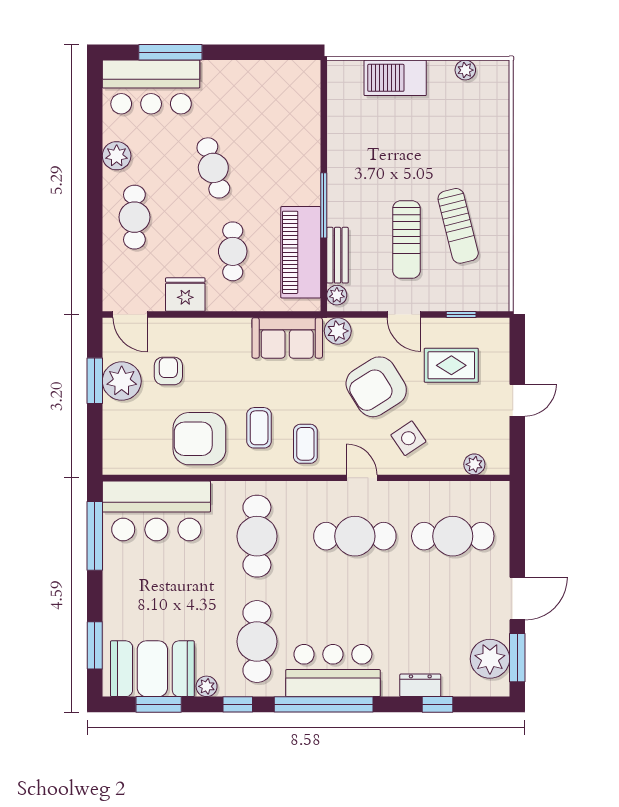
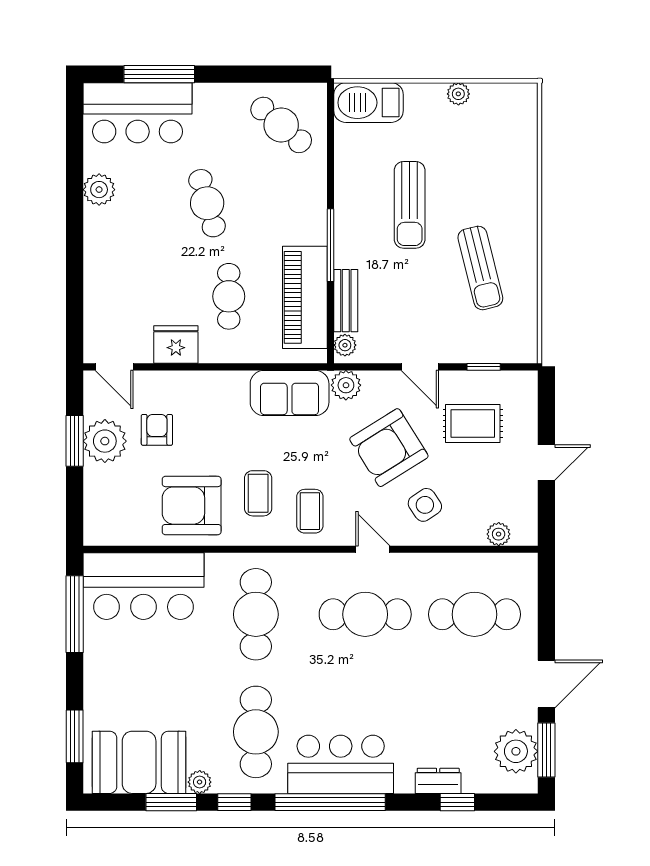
plant: (465, 70) -> (458, 94), moved
barbecue: (395, 78) -> (368, 103), moved
cafe table: (134, 217) -> (281, 125), moved, turned -49
sun lounger: (406, 240) -> (410, 205), moved
window: (159, 704) -> (171, 802), moved

